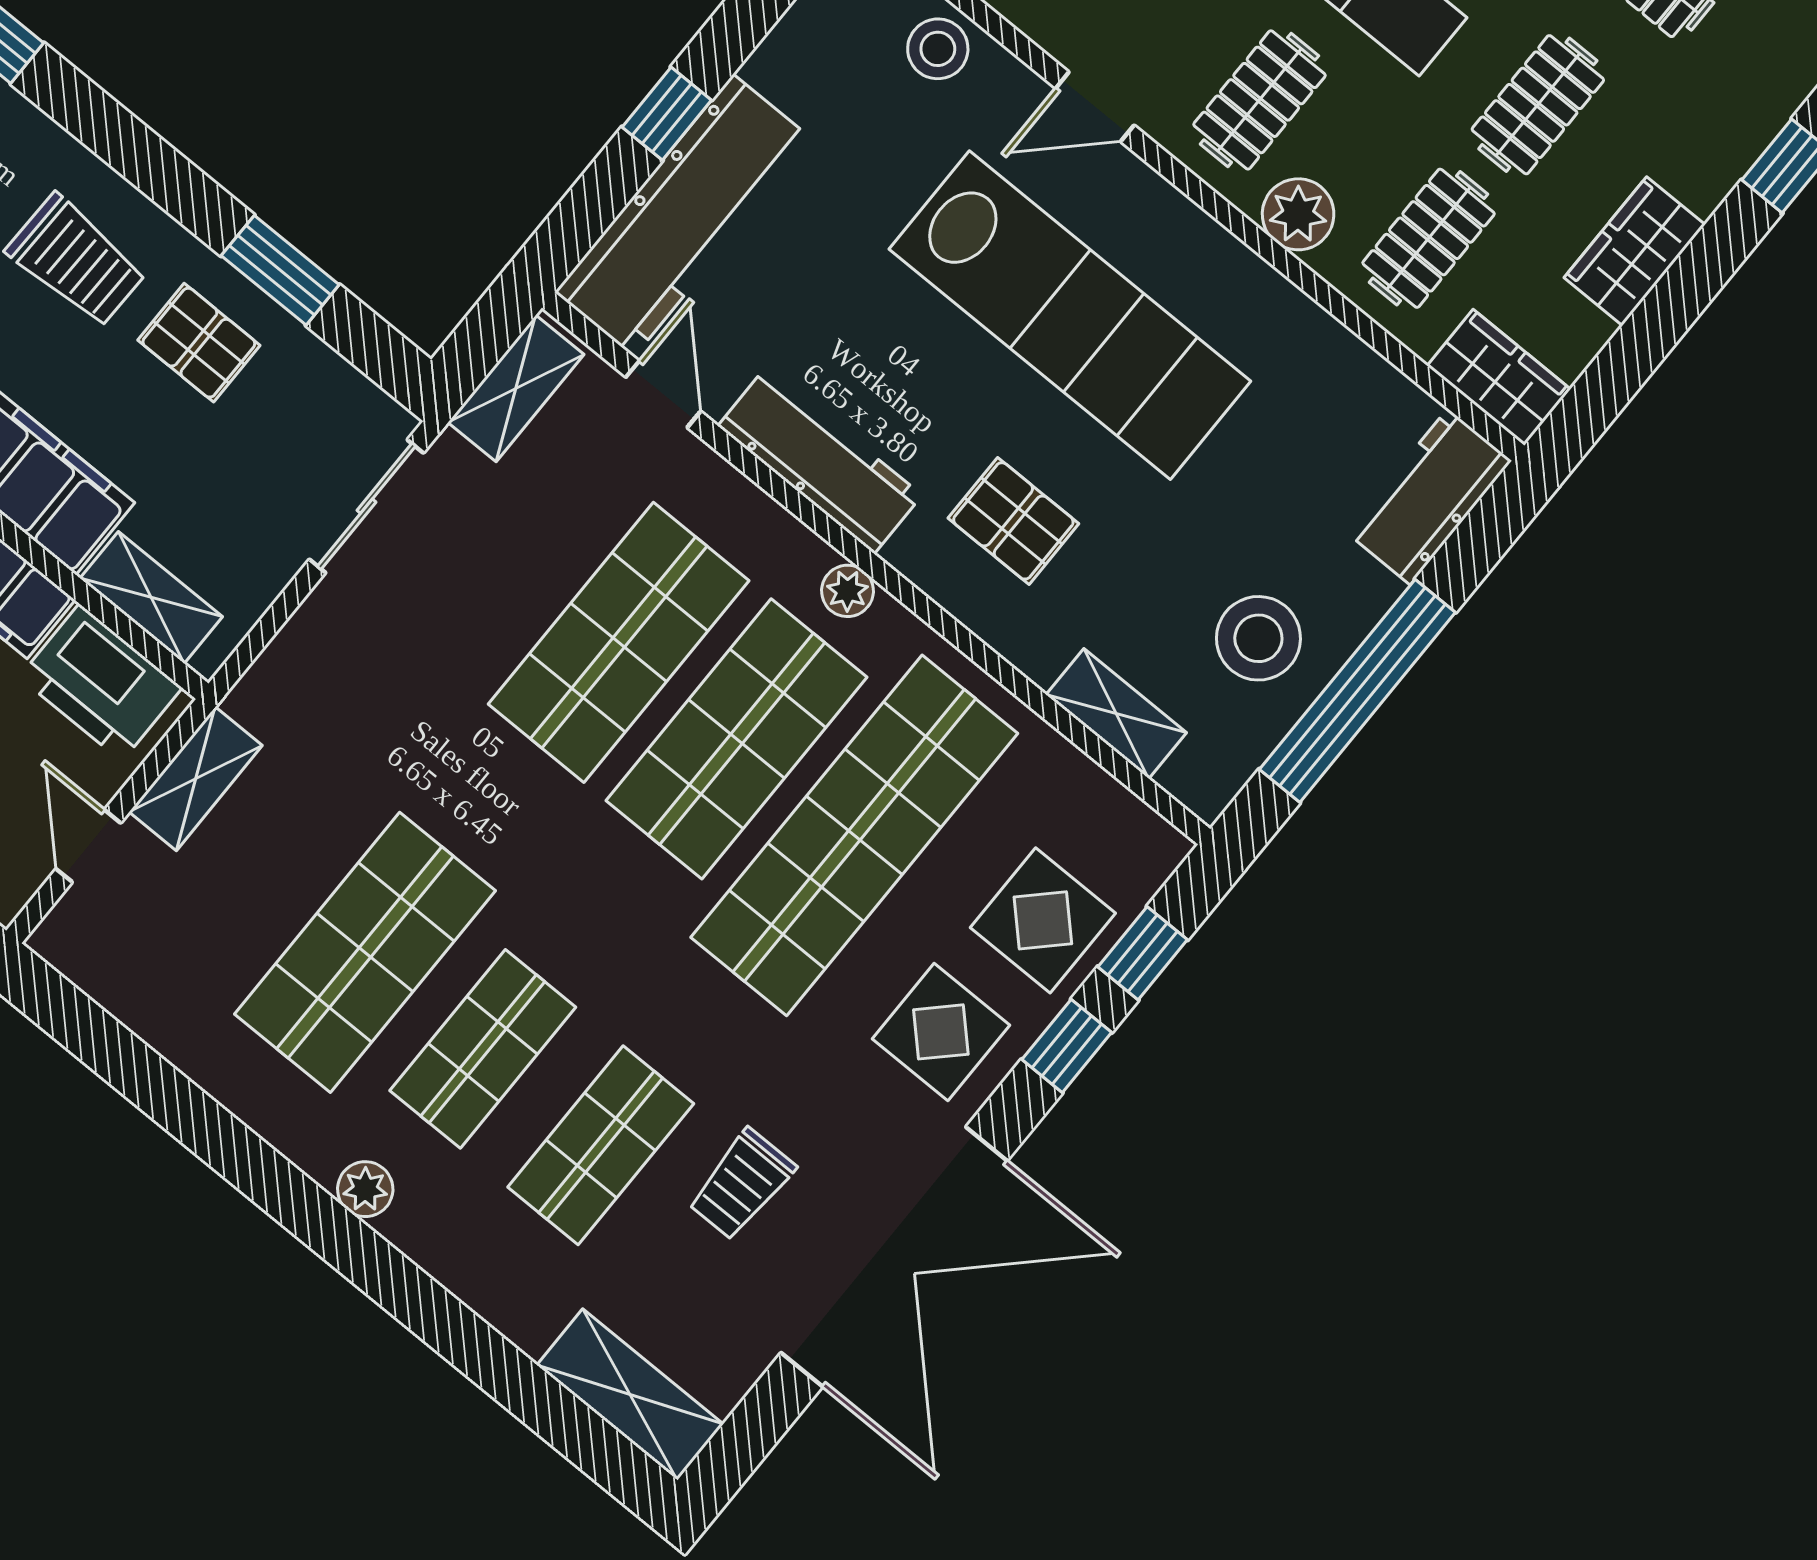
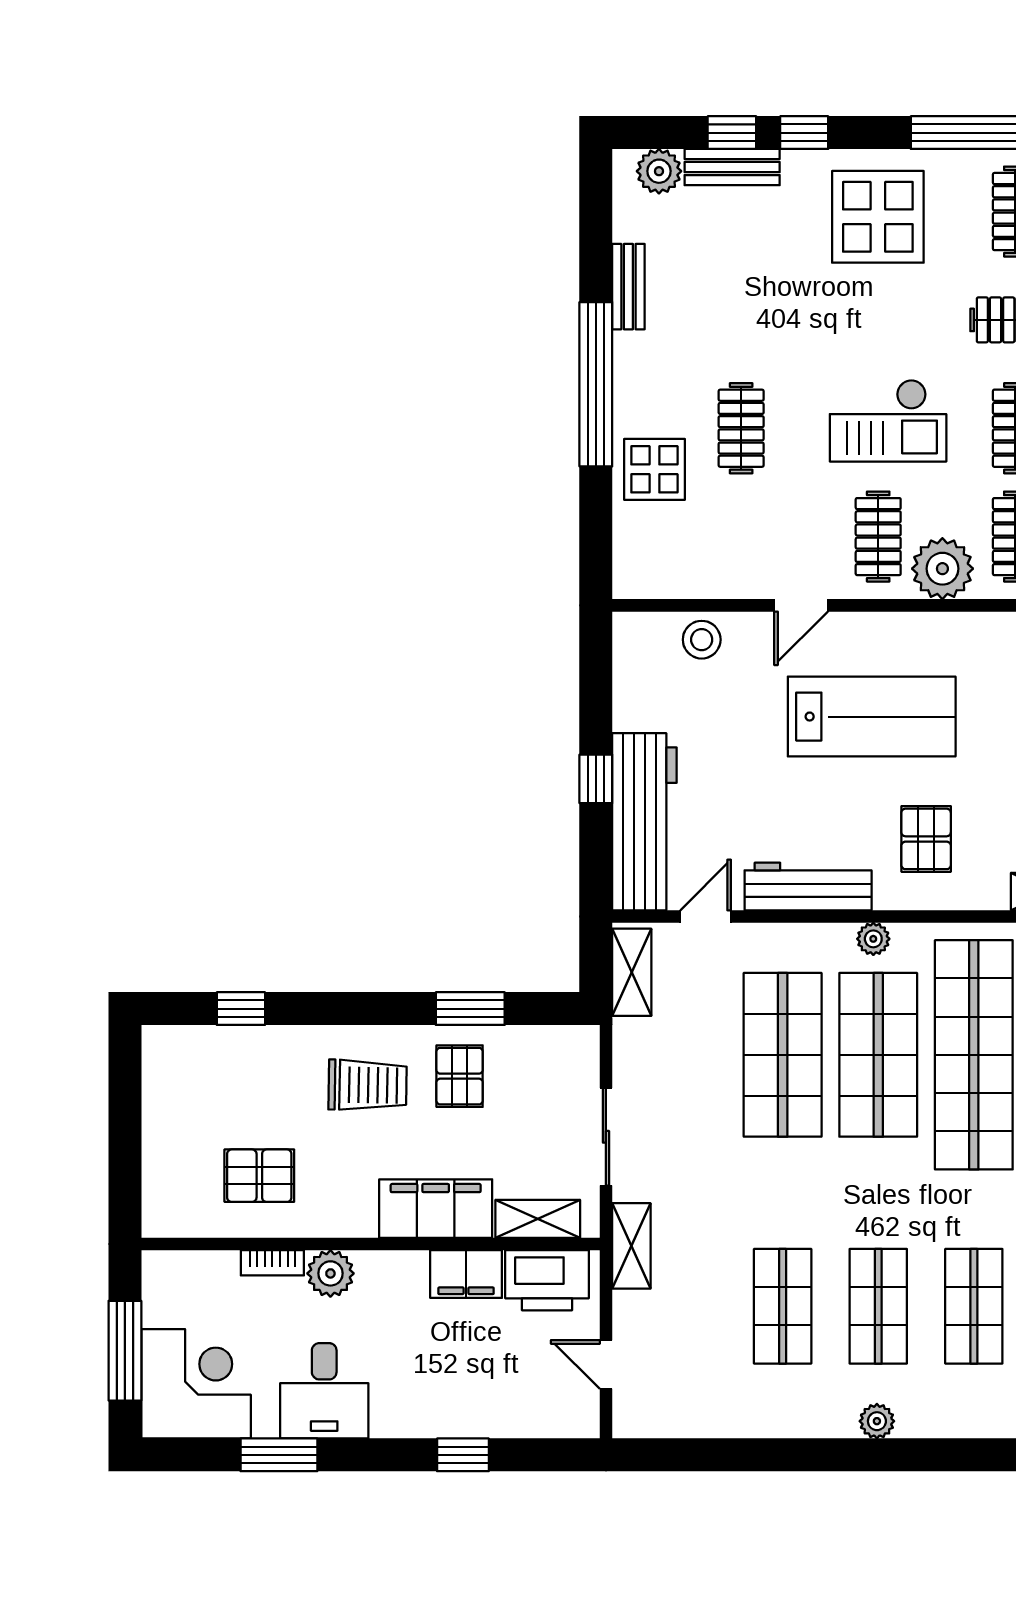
plant: (1298, 214) -> (942, 569), width x1.36, depth x1.36
lab bench: (1070, 315) -> (872, 717), width x0.73
pallet: (199, 343) -> (460, 1076), turned 90
door: (663, 394) -> (706, 917), hinge flipped
sliding door: (366, 506) -> (606, 1137), moved
pallet: (1013, 521) -> (926, 839), turned 90
shelving: (196, 779) -> (631, 1246), moved
shop shelf: (365, 952) -> (783, 1306), width x0.70, depth x0.74

